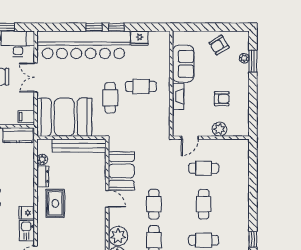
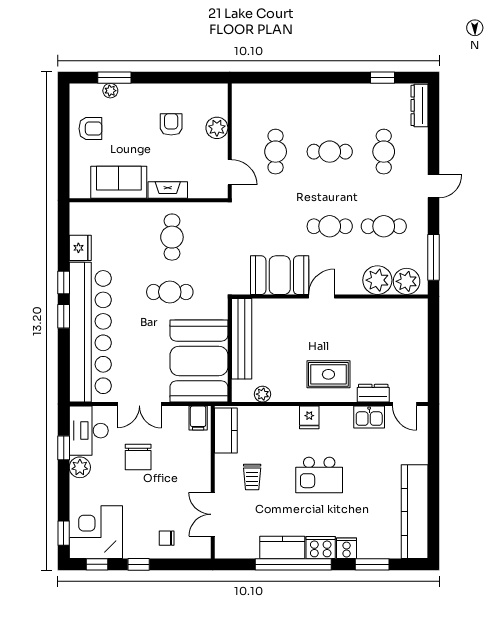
armchair: (219, 45) -> (90, 129), turned -59
cafe table: (141, 86) -> (172, 237), moved
dresser: (43, 176) -> (373, 393), moved
fridge: (27, 213) -> (309, 417), moved

